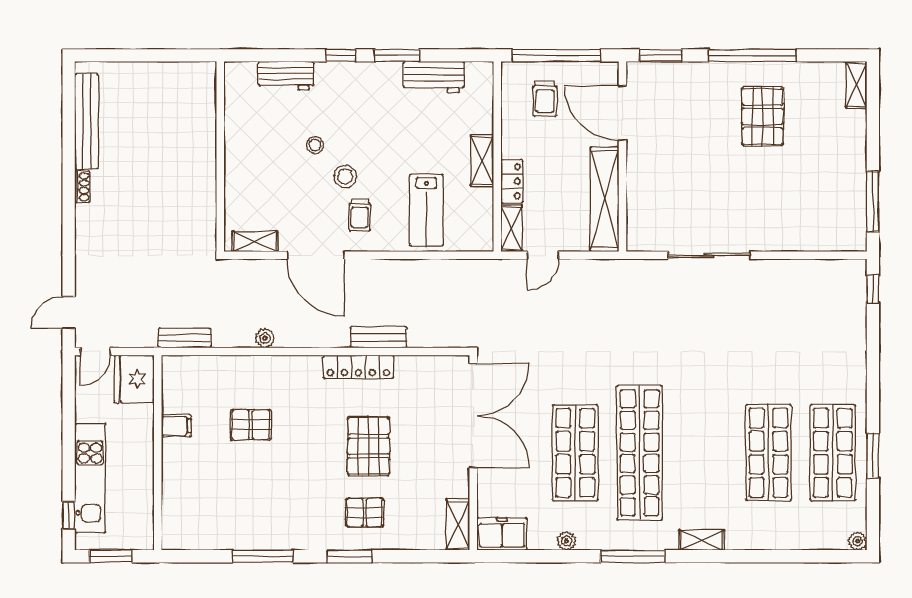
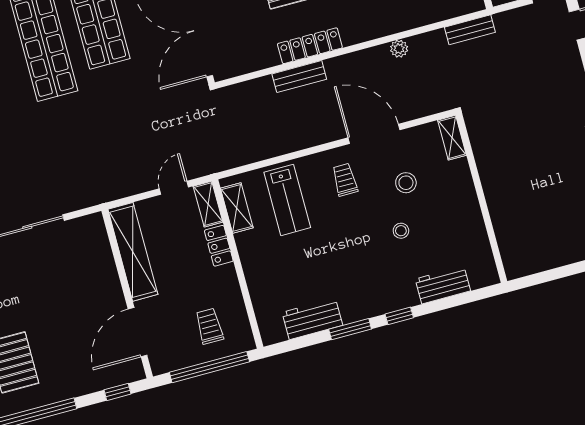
window: (661, 55) -> (117, 392), width x0.67
door: (622, 113) -> (138, 332), swing flipped
shelving: (482, 161) -> (237, 208), moved
stool: (345, 177) -> (406, 183), moved
lab bench: (426, 210) -> (287, 200), turned 180
shelving: (255, 241) -> (452, 138), moved, turned 90

